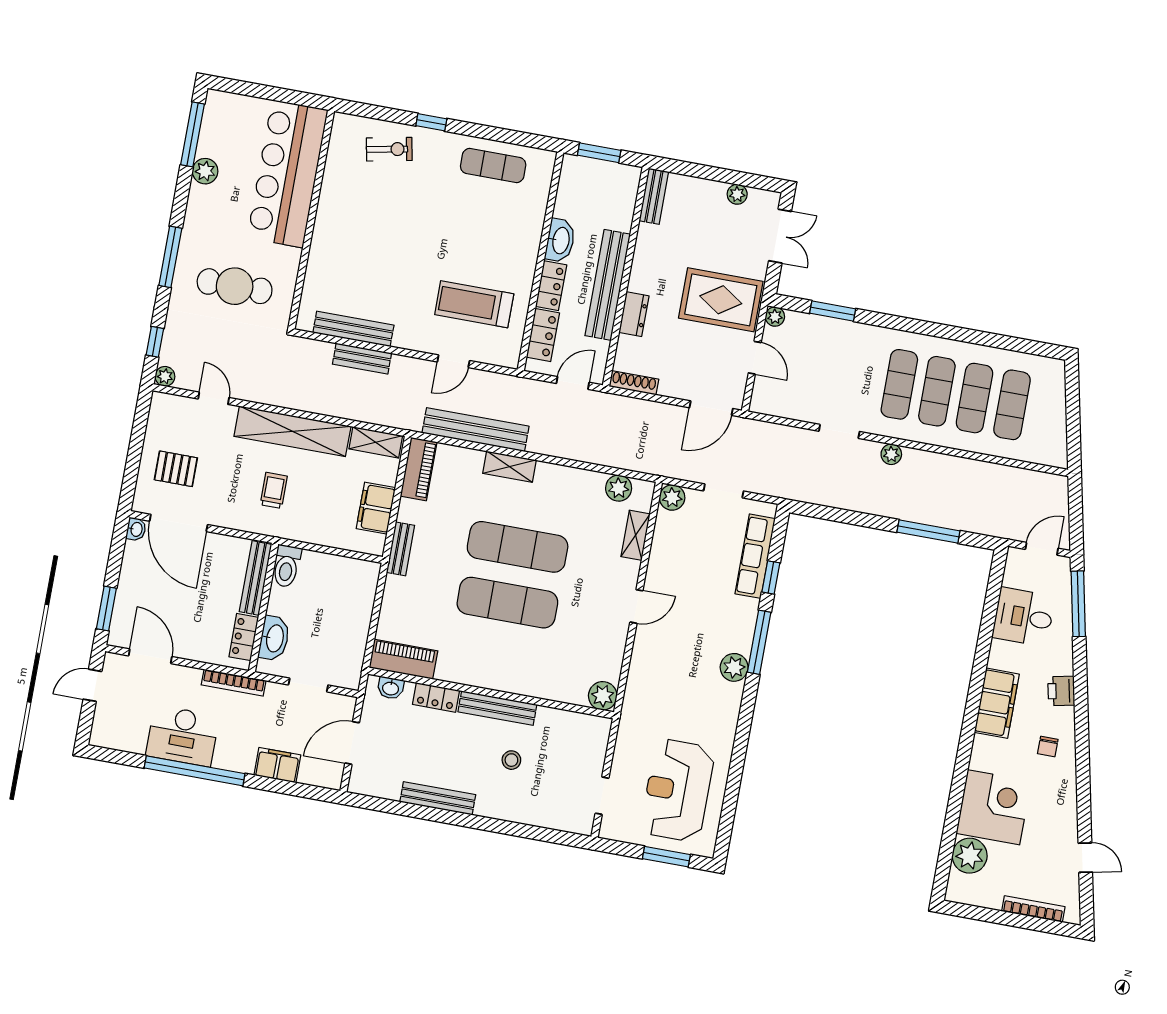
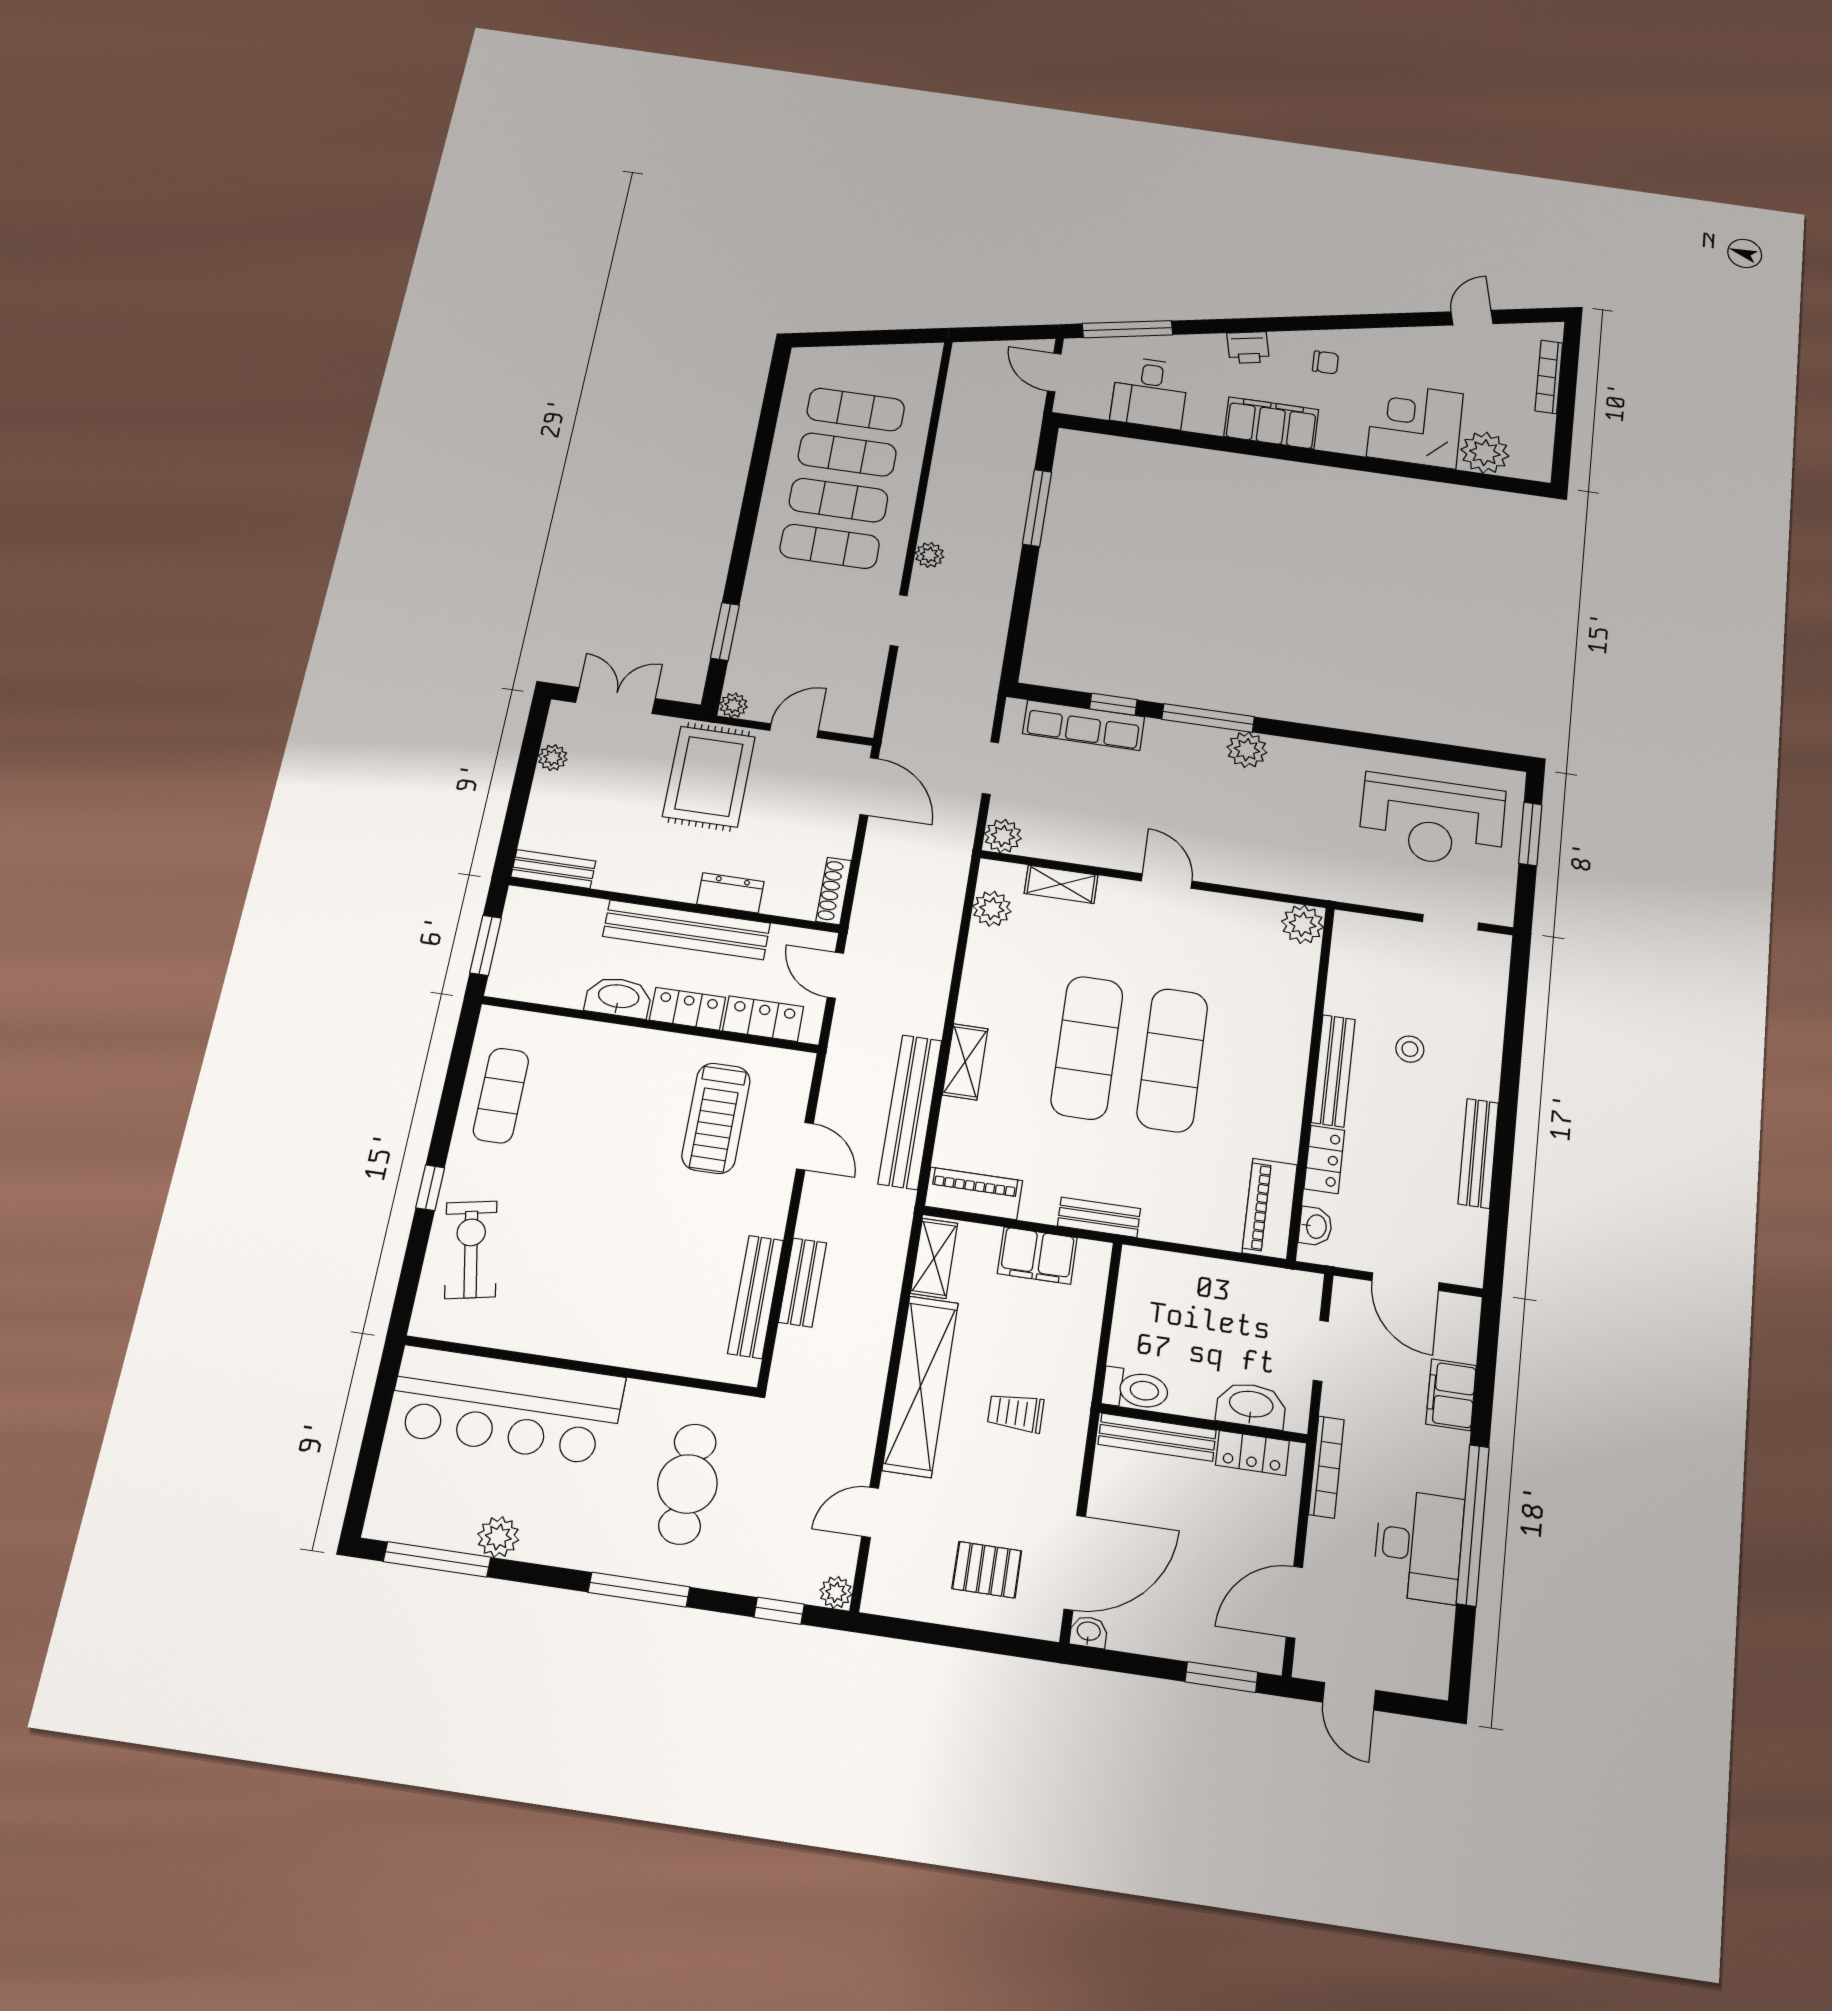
exercise bike: (389, 149) -> (471, 1250), width x1.38, depth x1.39
pallet: (176, 469) -> (987, 1570), turned 90

